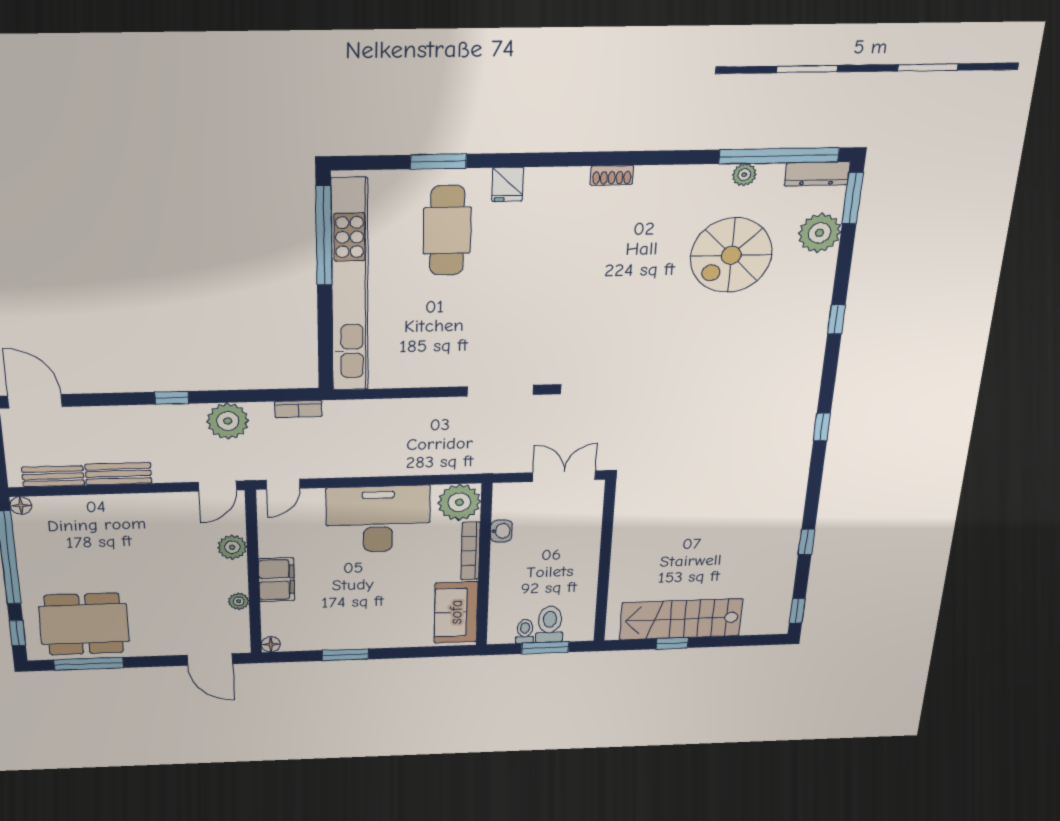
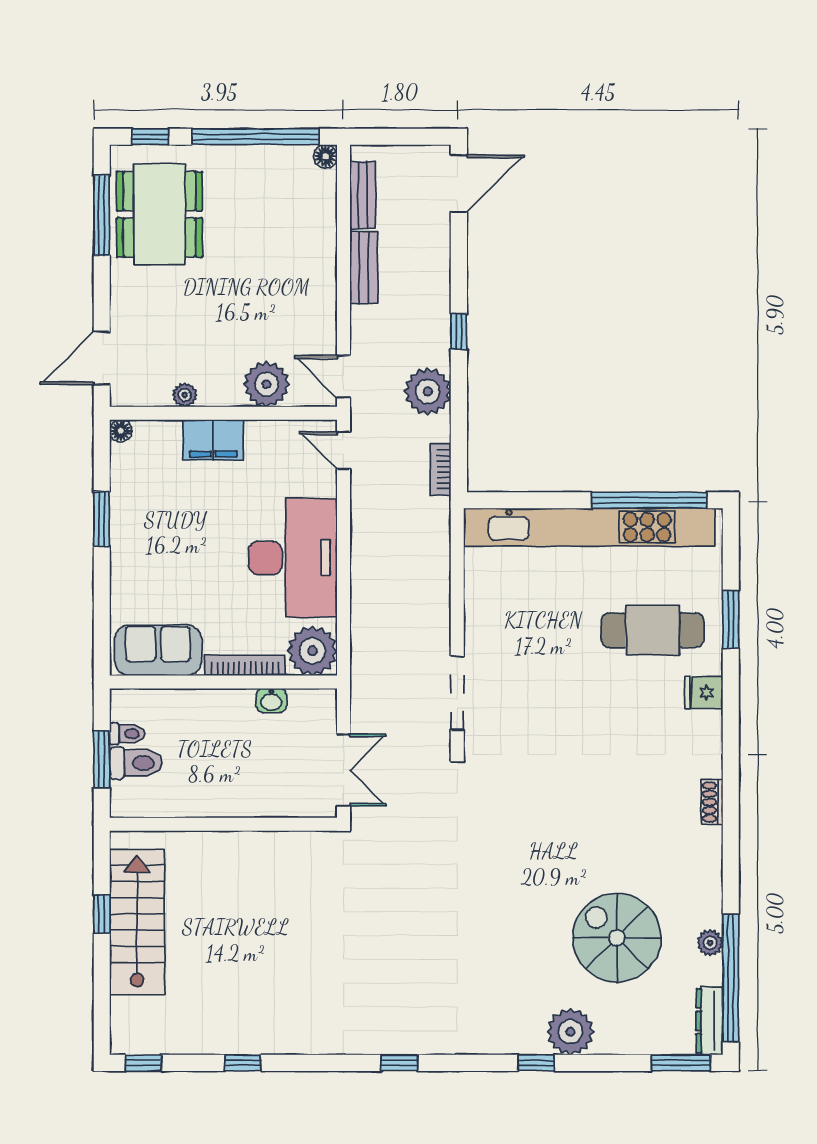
plant: (820, 233) -> (570, 1032), moved
plant: (232, 547) -> (267, 384), width x1.36, depth x1.36

